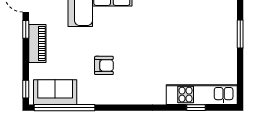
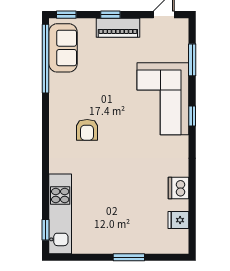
window: (26, 29) -> (110, 15), moved
armchair: (104, 65) -> (87, 130), moved
window: (196, 108) -> (45, 230), moved

